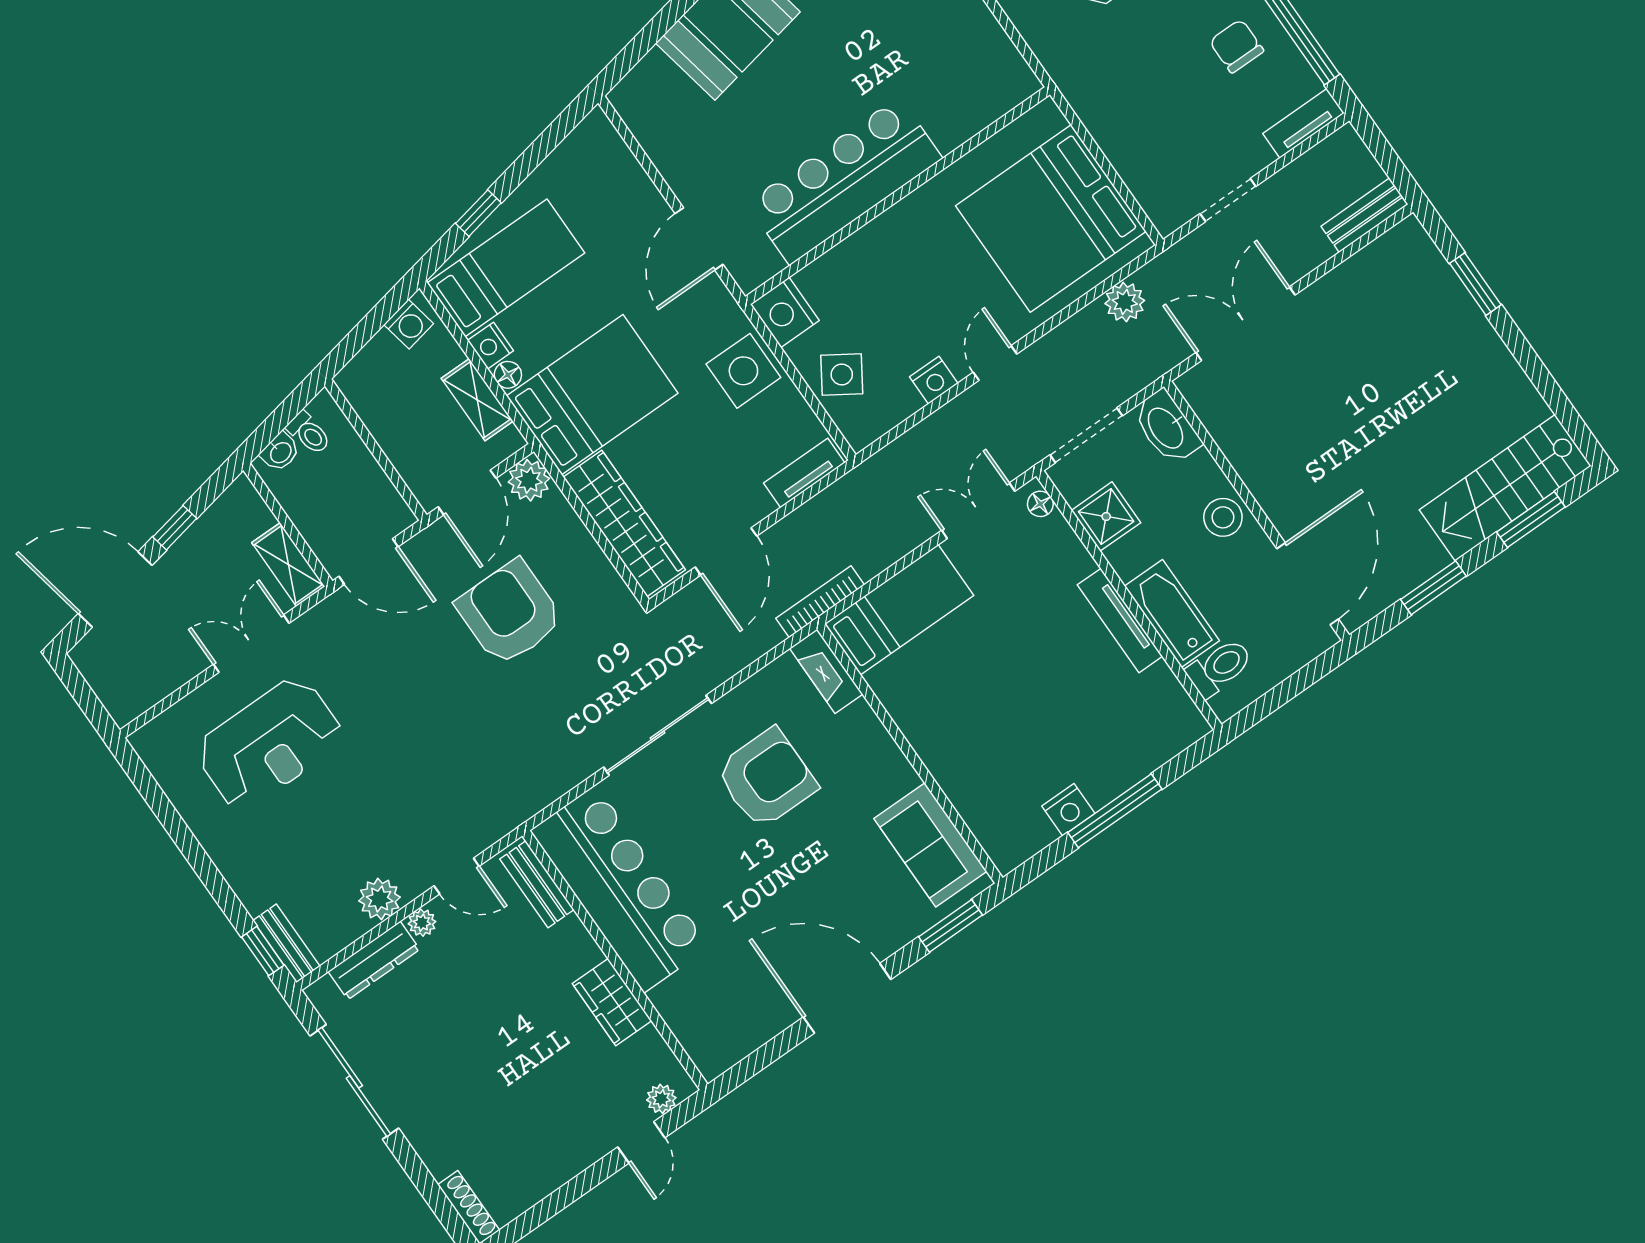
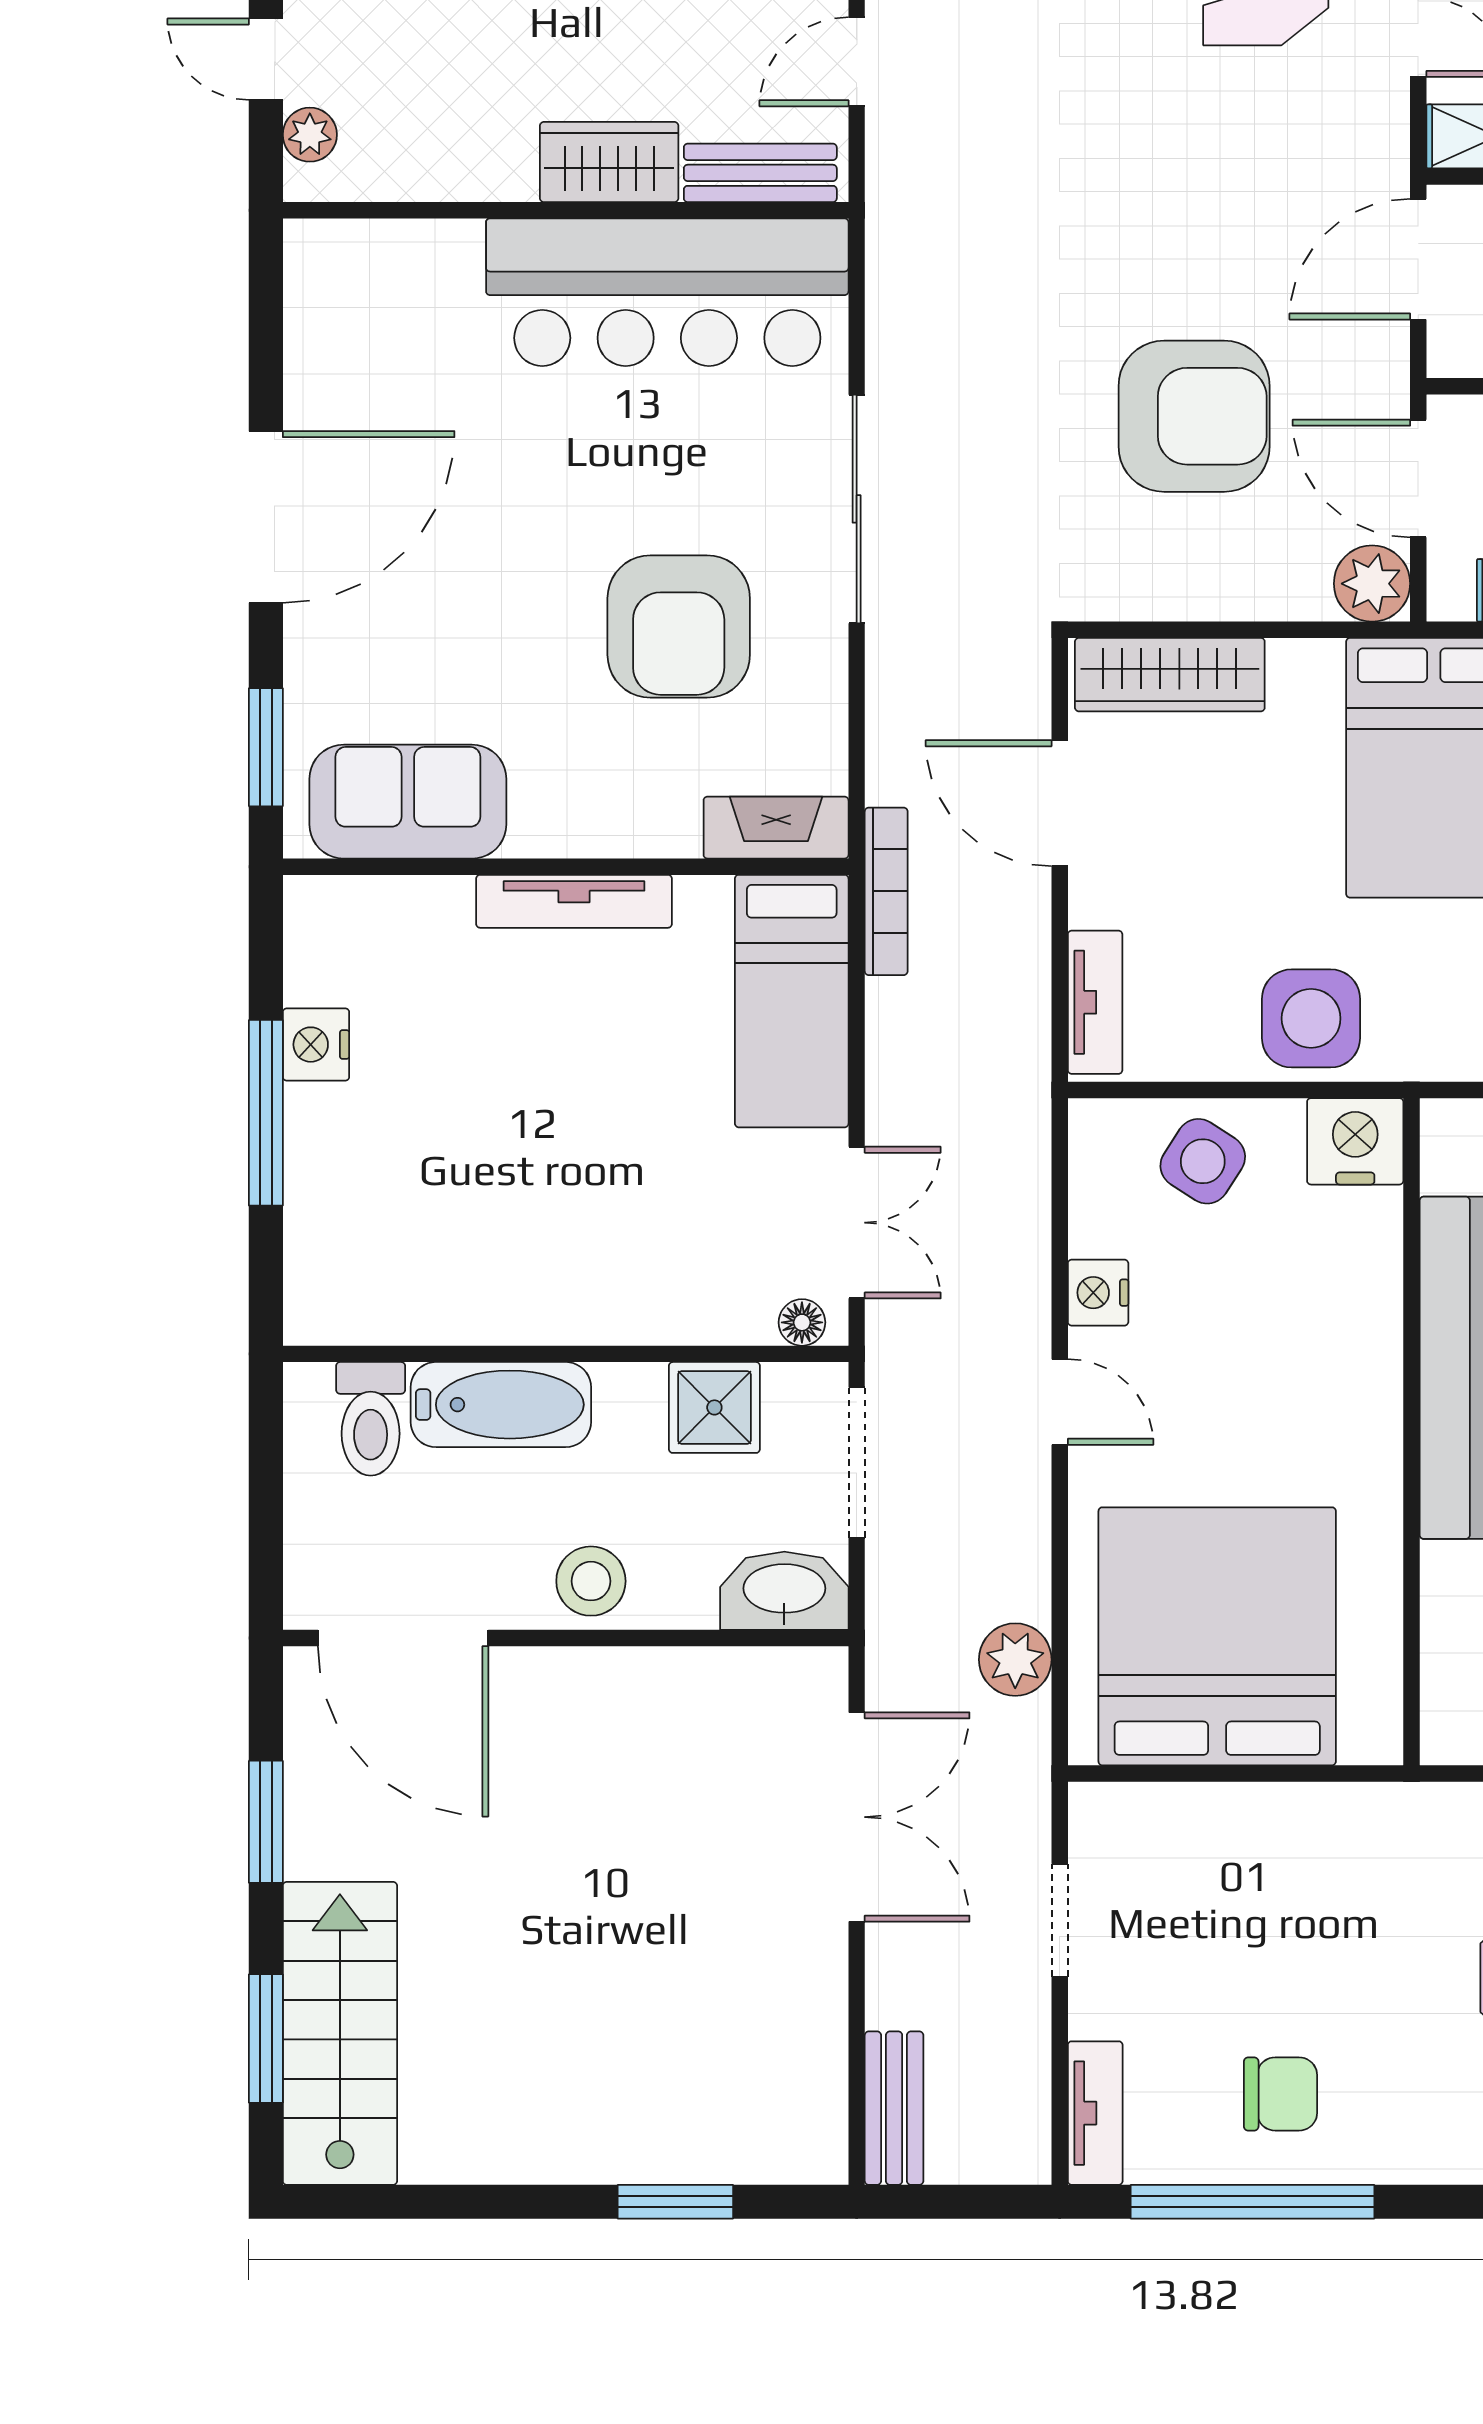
wardrobe: (624, 523) -> (1170, 675), width x0.71, depth x0.85
tv unit: (1120, 621) -> (574, 901), moved, turned 180
wardrobe: (612, 1002) -> (609, 162), moved

